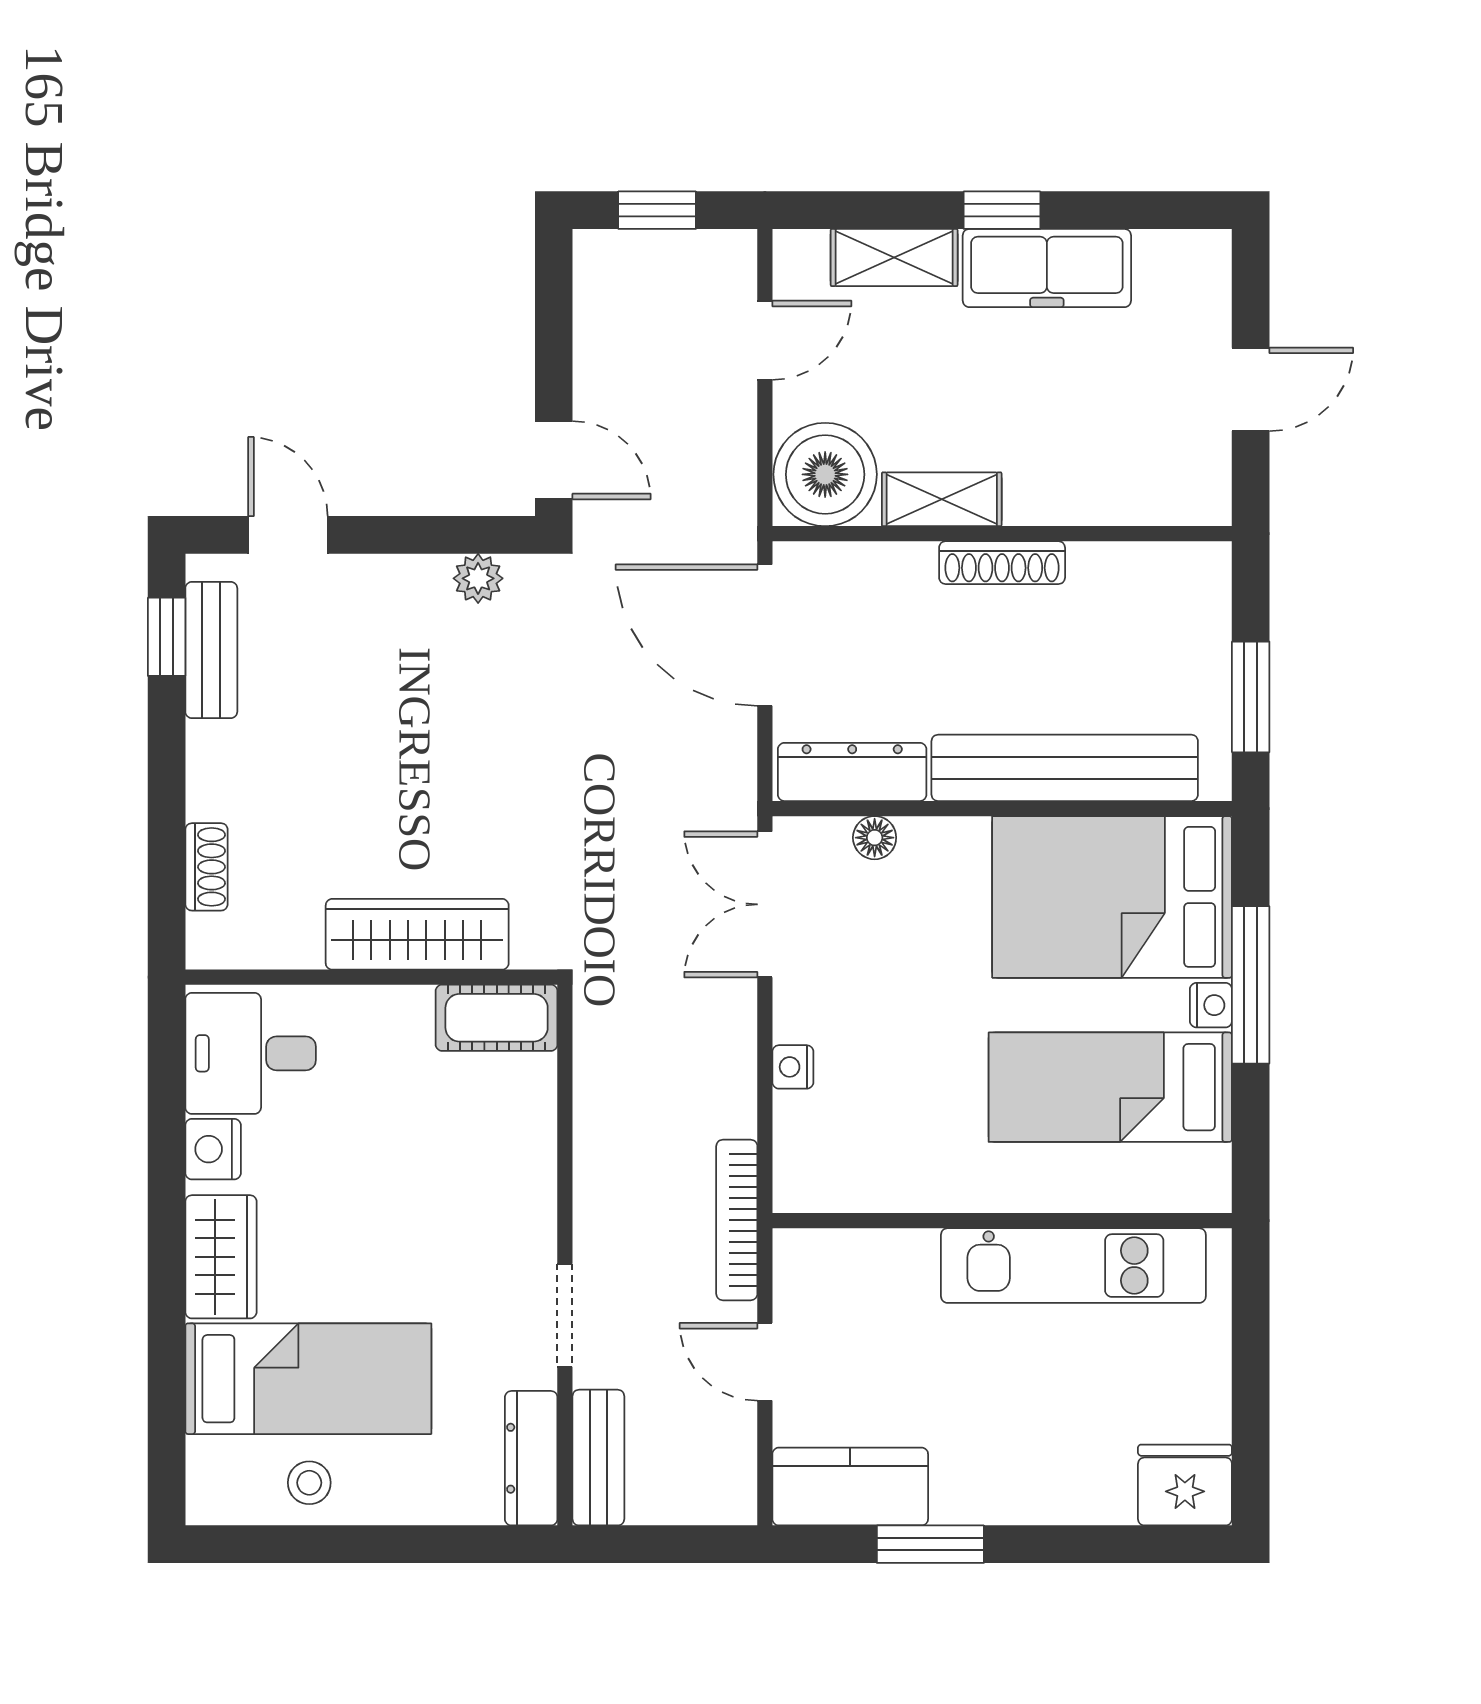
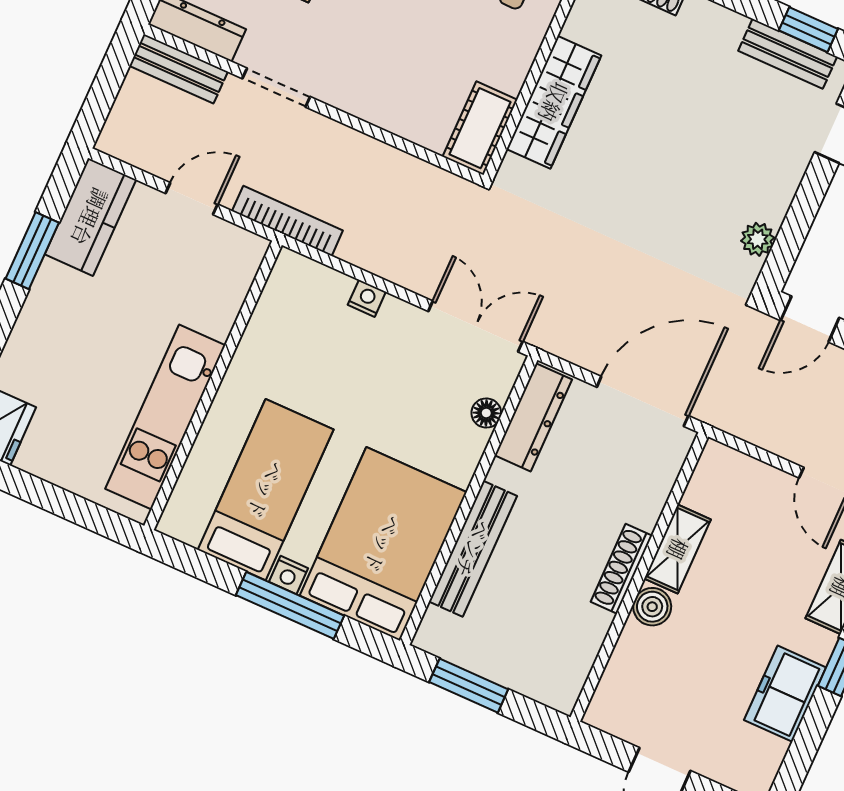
freezer: (1047, 268) -> (785, 694), width x0.71
boiler: (825, 474) -> (652, 607), moved, width x0.54, depth x0.54
bench: (1065, 768) -> (473, 549), width x0.73, depth x0.82

